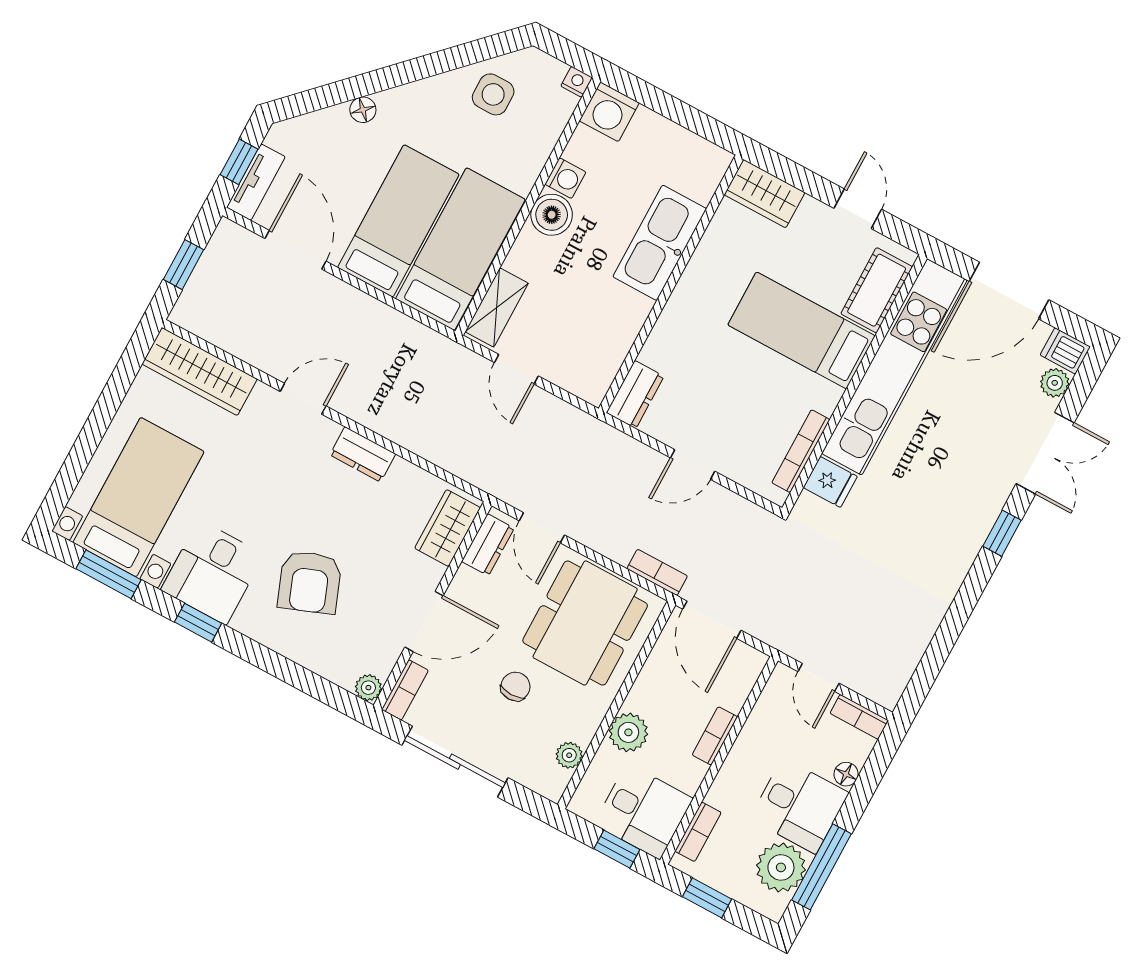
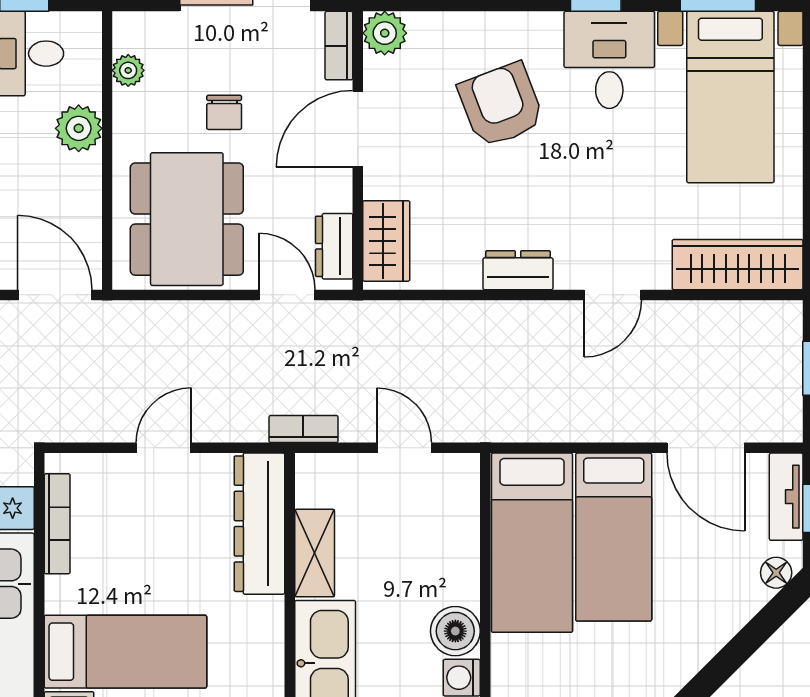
floor lamp: (363, 110) -> (776, 573), moved
shelving: (497, 307) -> (315, 553), moved
dresser: (635, 395) -> (259, 524), width x1.96, depth x1.24
bookcase: (657, 572) -> (303, 429), moved, turned 180
plant: (368, 688) -> (385, 33), width x1.38, depth x1.38

